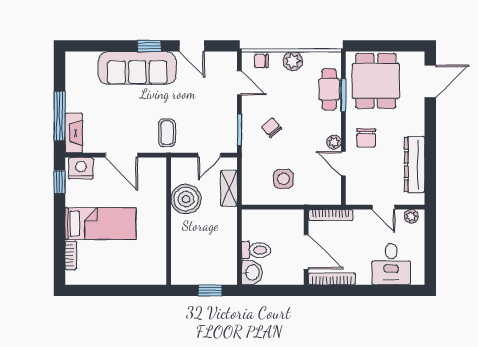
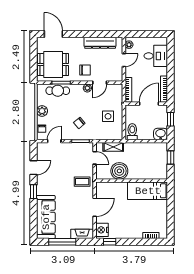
sofa: (137, 68) -> (46, 217), moved
window: (60, 116) -> (62, 242), moved
bed: (100, 224) -> (148, 191), moved, turned -90
toilet: (256, 250) -> (132, 132), moved
window: (278, 290) -> (171, 119), added

